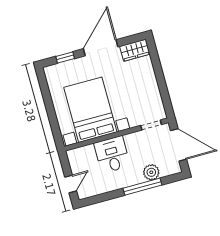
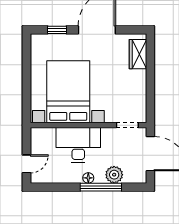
wardrobe: (135, 50) -> (138, 54), moved, turned 90
desk: (112, 155) -> (78, 145), width x1.37
floor lamp: (129, 181) -> (88, 178), added

